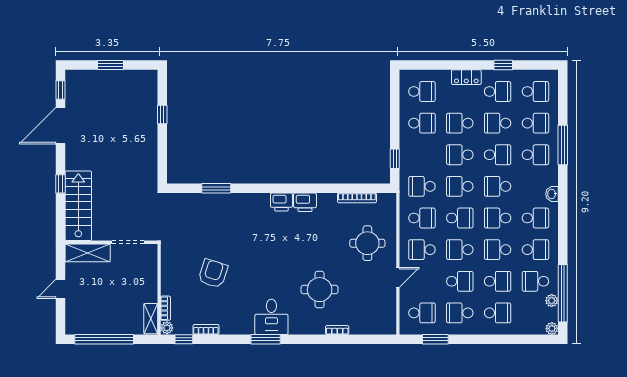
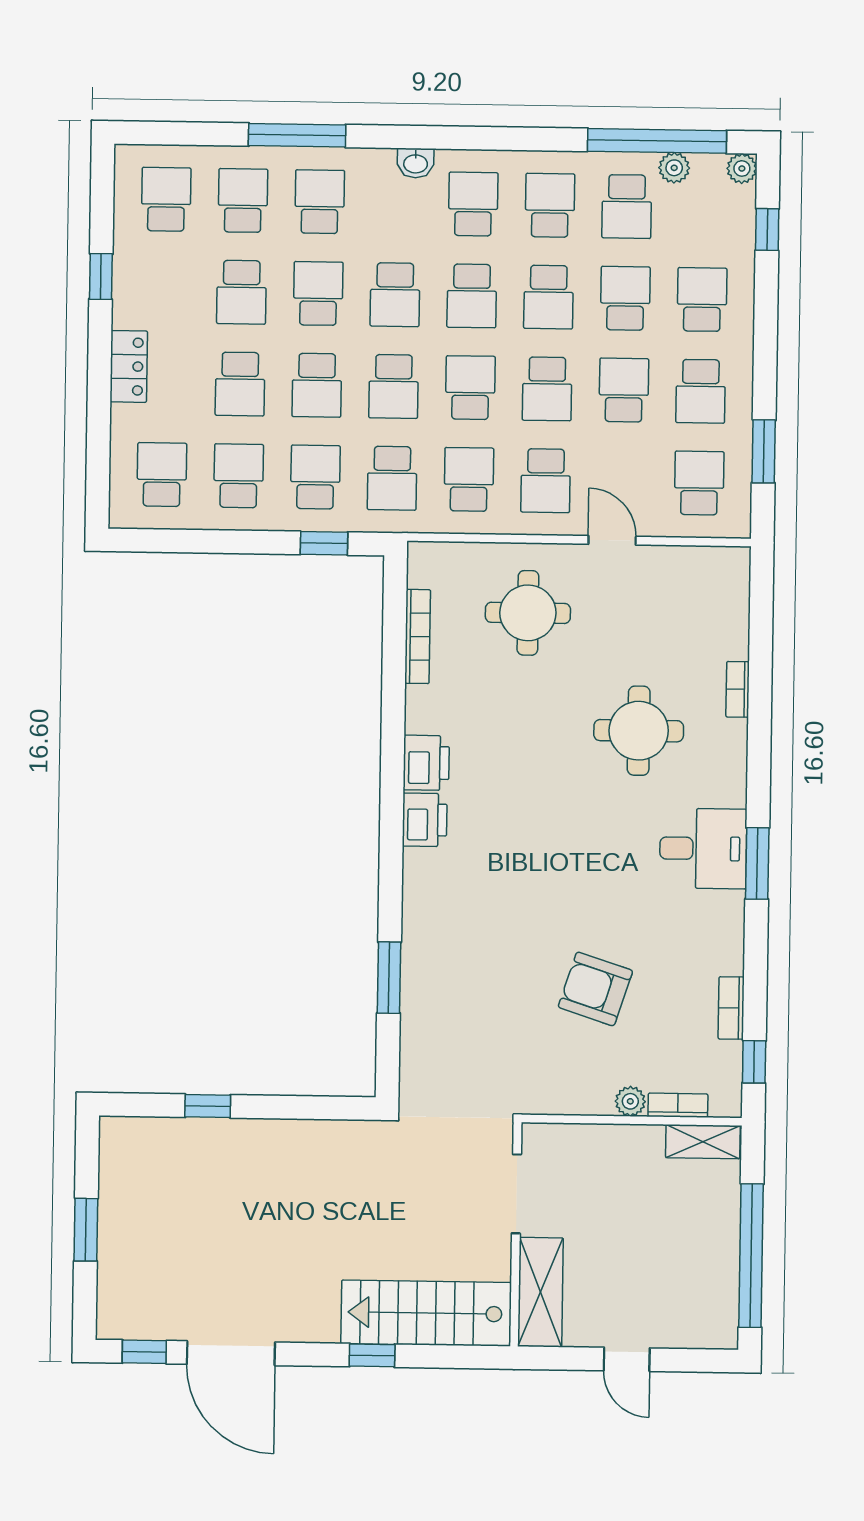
school desk: (498, 91) -> (315, 477), moved
plant: (167, 328) -> (630, 1101), moved
window: (527, 339) -> (767, 229), added

